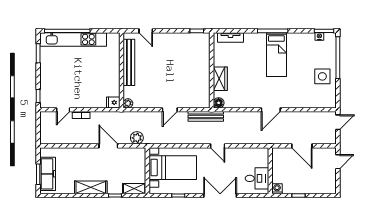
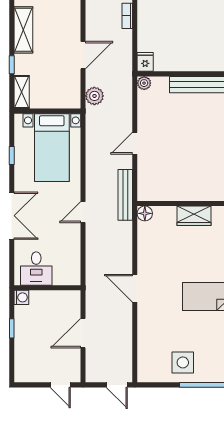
wardrobe: (220, 79) -> (194, 216), moved
door: (170, 110) -> (135, 143), hinge flipped

